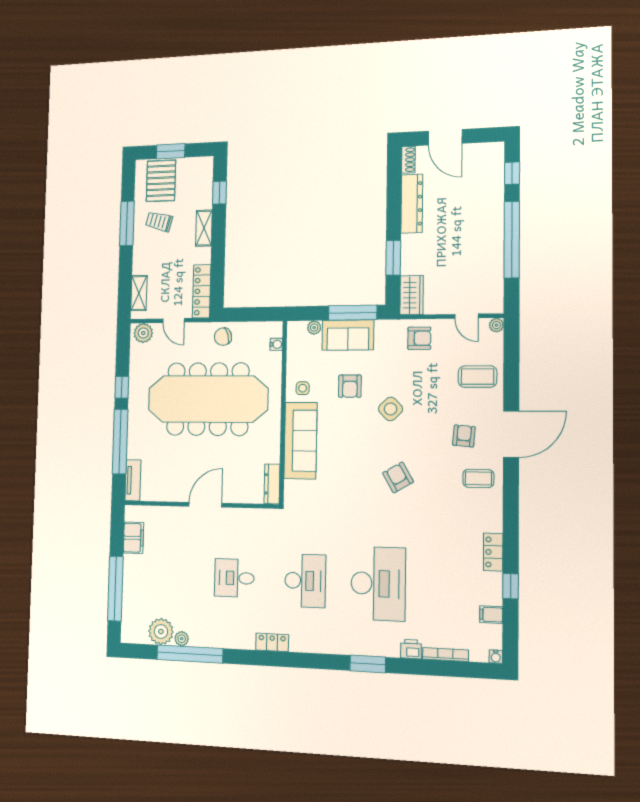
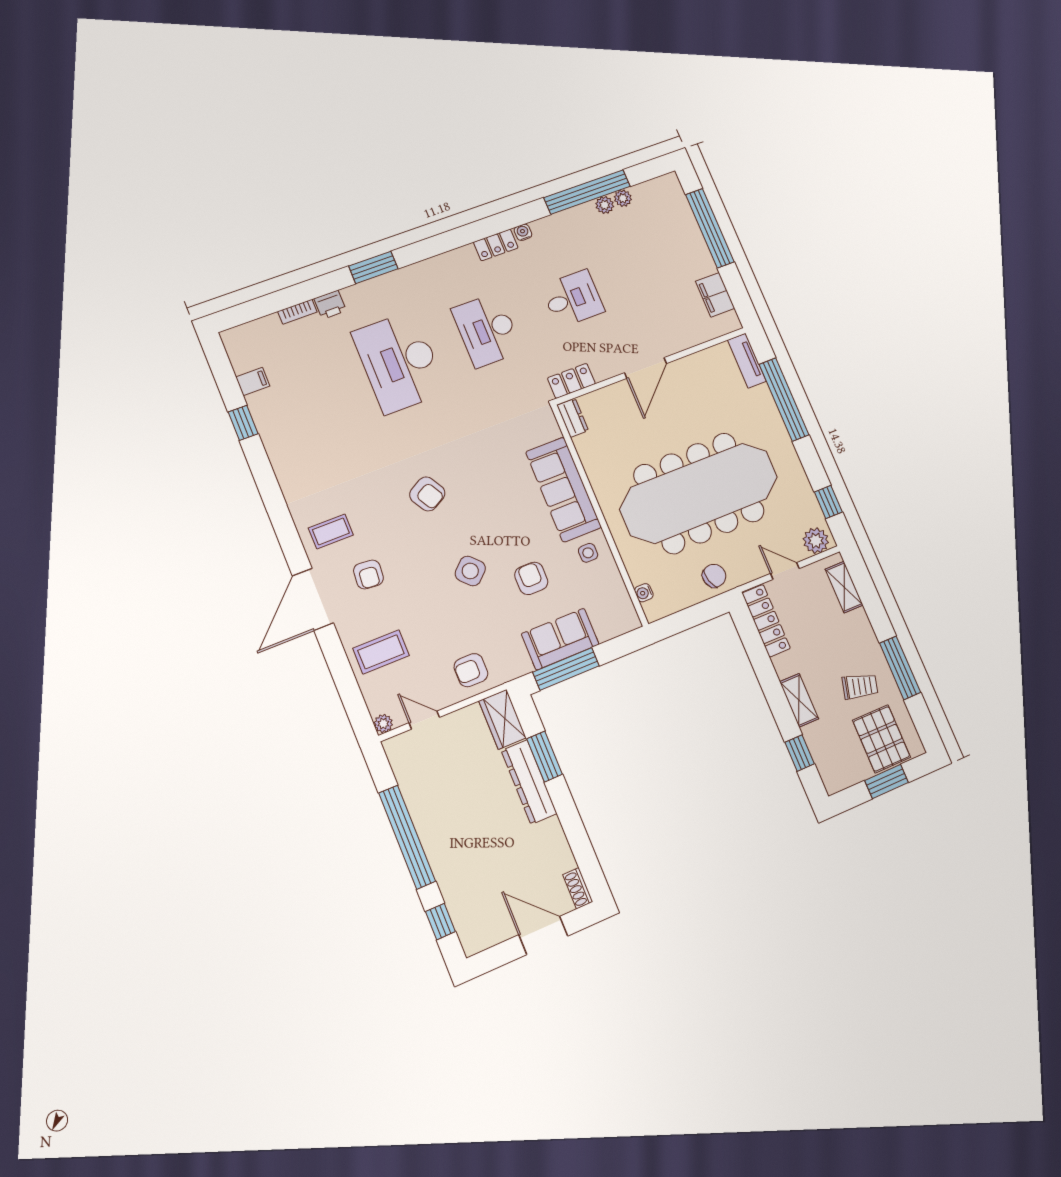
dresser: (412, 204) -> (529, 782), moved
plant: (314, 328) -> (606, 632), removed
window: (122, 387) -> (828, 502), moved
dresser: (272, 484) -> (573, 418), width x0.70
locker: (493, 552) -> (571, 381), moved, turned -90
plant: (161, 632) -> (623, 198), width x0.53, depth x0.53
bookcase: (445, 654) -> (297, 312), width x0.64
water cooler: (496, 657) -> (523, 232), moved

